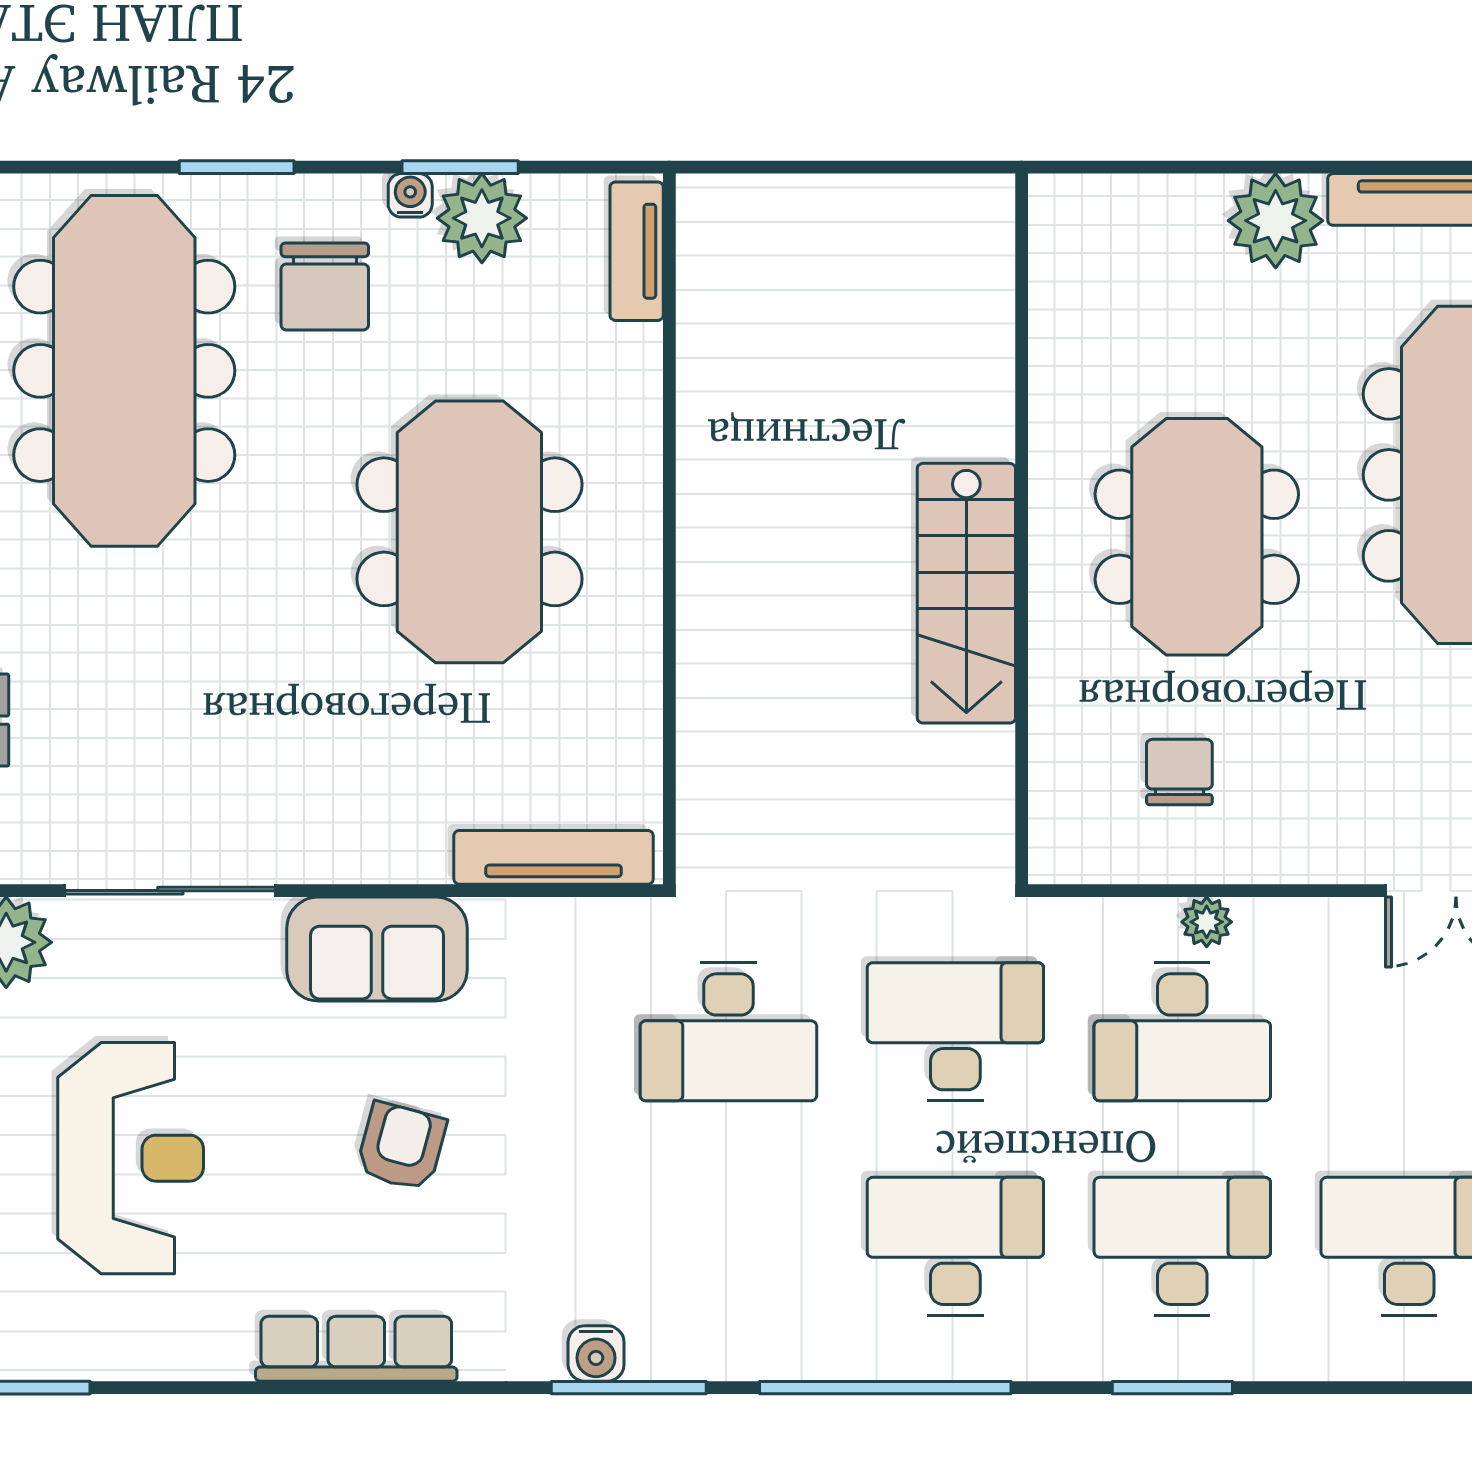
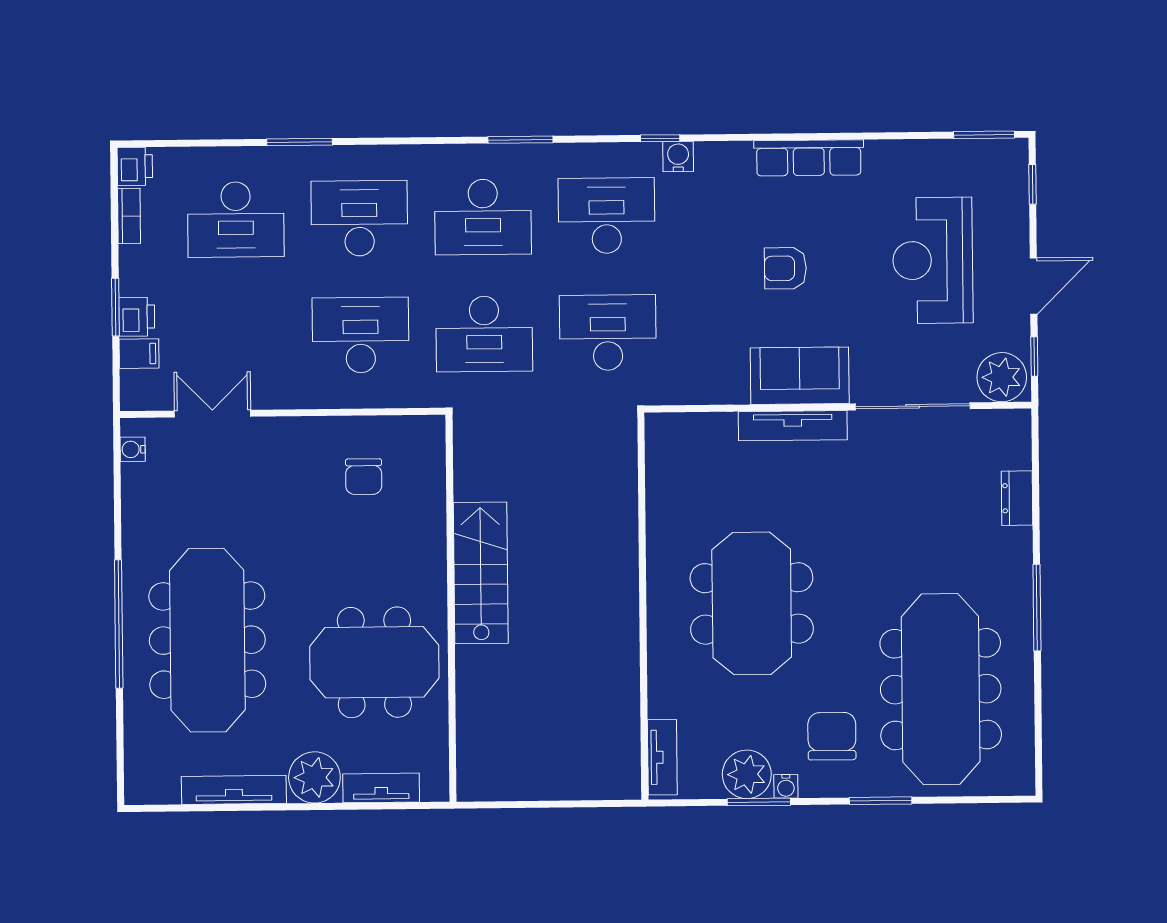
tv unit: (1153, 200) -> (381, 788), added
meeting table: (1197, 537) -> (374, 662), moved, turned 90
tv unit: (554, 857) -> (793, 426), moved
plant: (1207, 922) -> (348, 395), removed
armchair: (401, 1146) -> (785, 268), turned 75
desk: (728, 1246) -> (607, 216), added
desk: (1182, 1246) -> (359, 218), turned 180
window: (629, 1388) -> (660, 138), width x0.46
window: (885, 1388) -> (520, 140), width x0.47
window: (1172, 1388) -> (300, 142), moved

